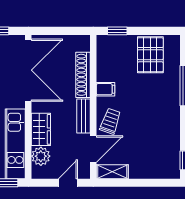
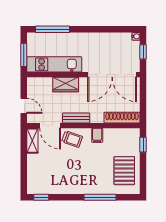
pallet: (150, 55) -> (124, 171), turned 90
shoe rack: (83, 75) -> (122, 118), moved
plant: (41, 156) -> (45, 84), removed

